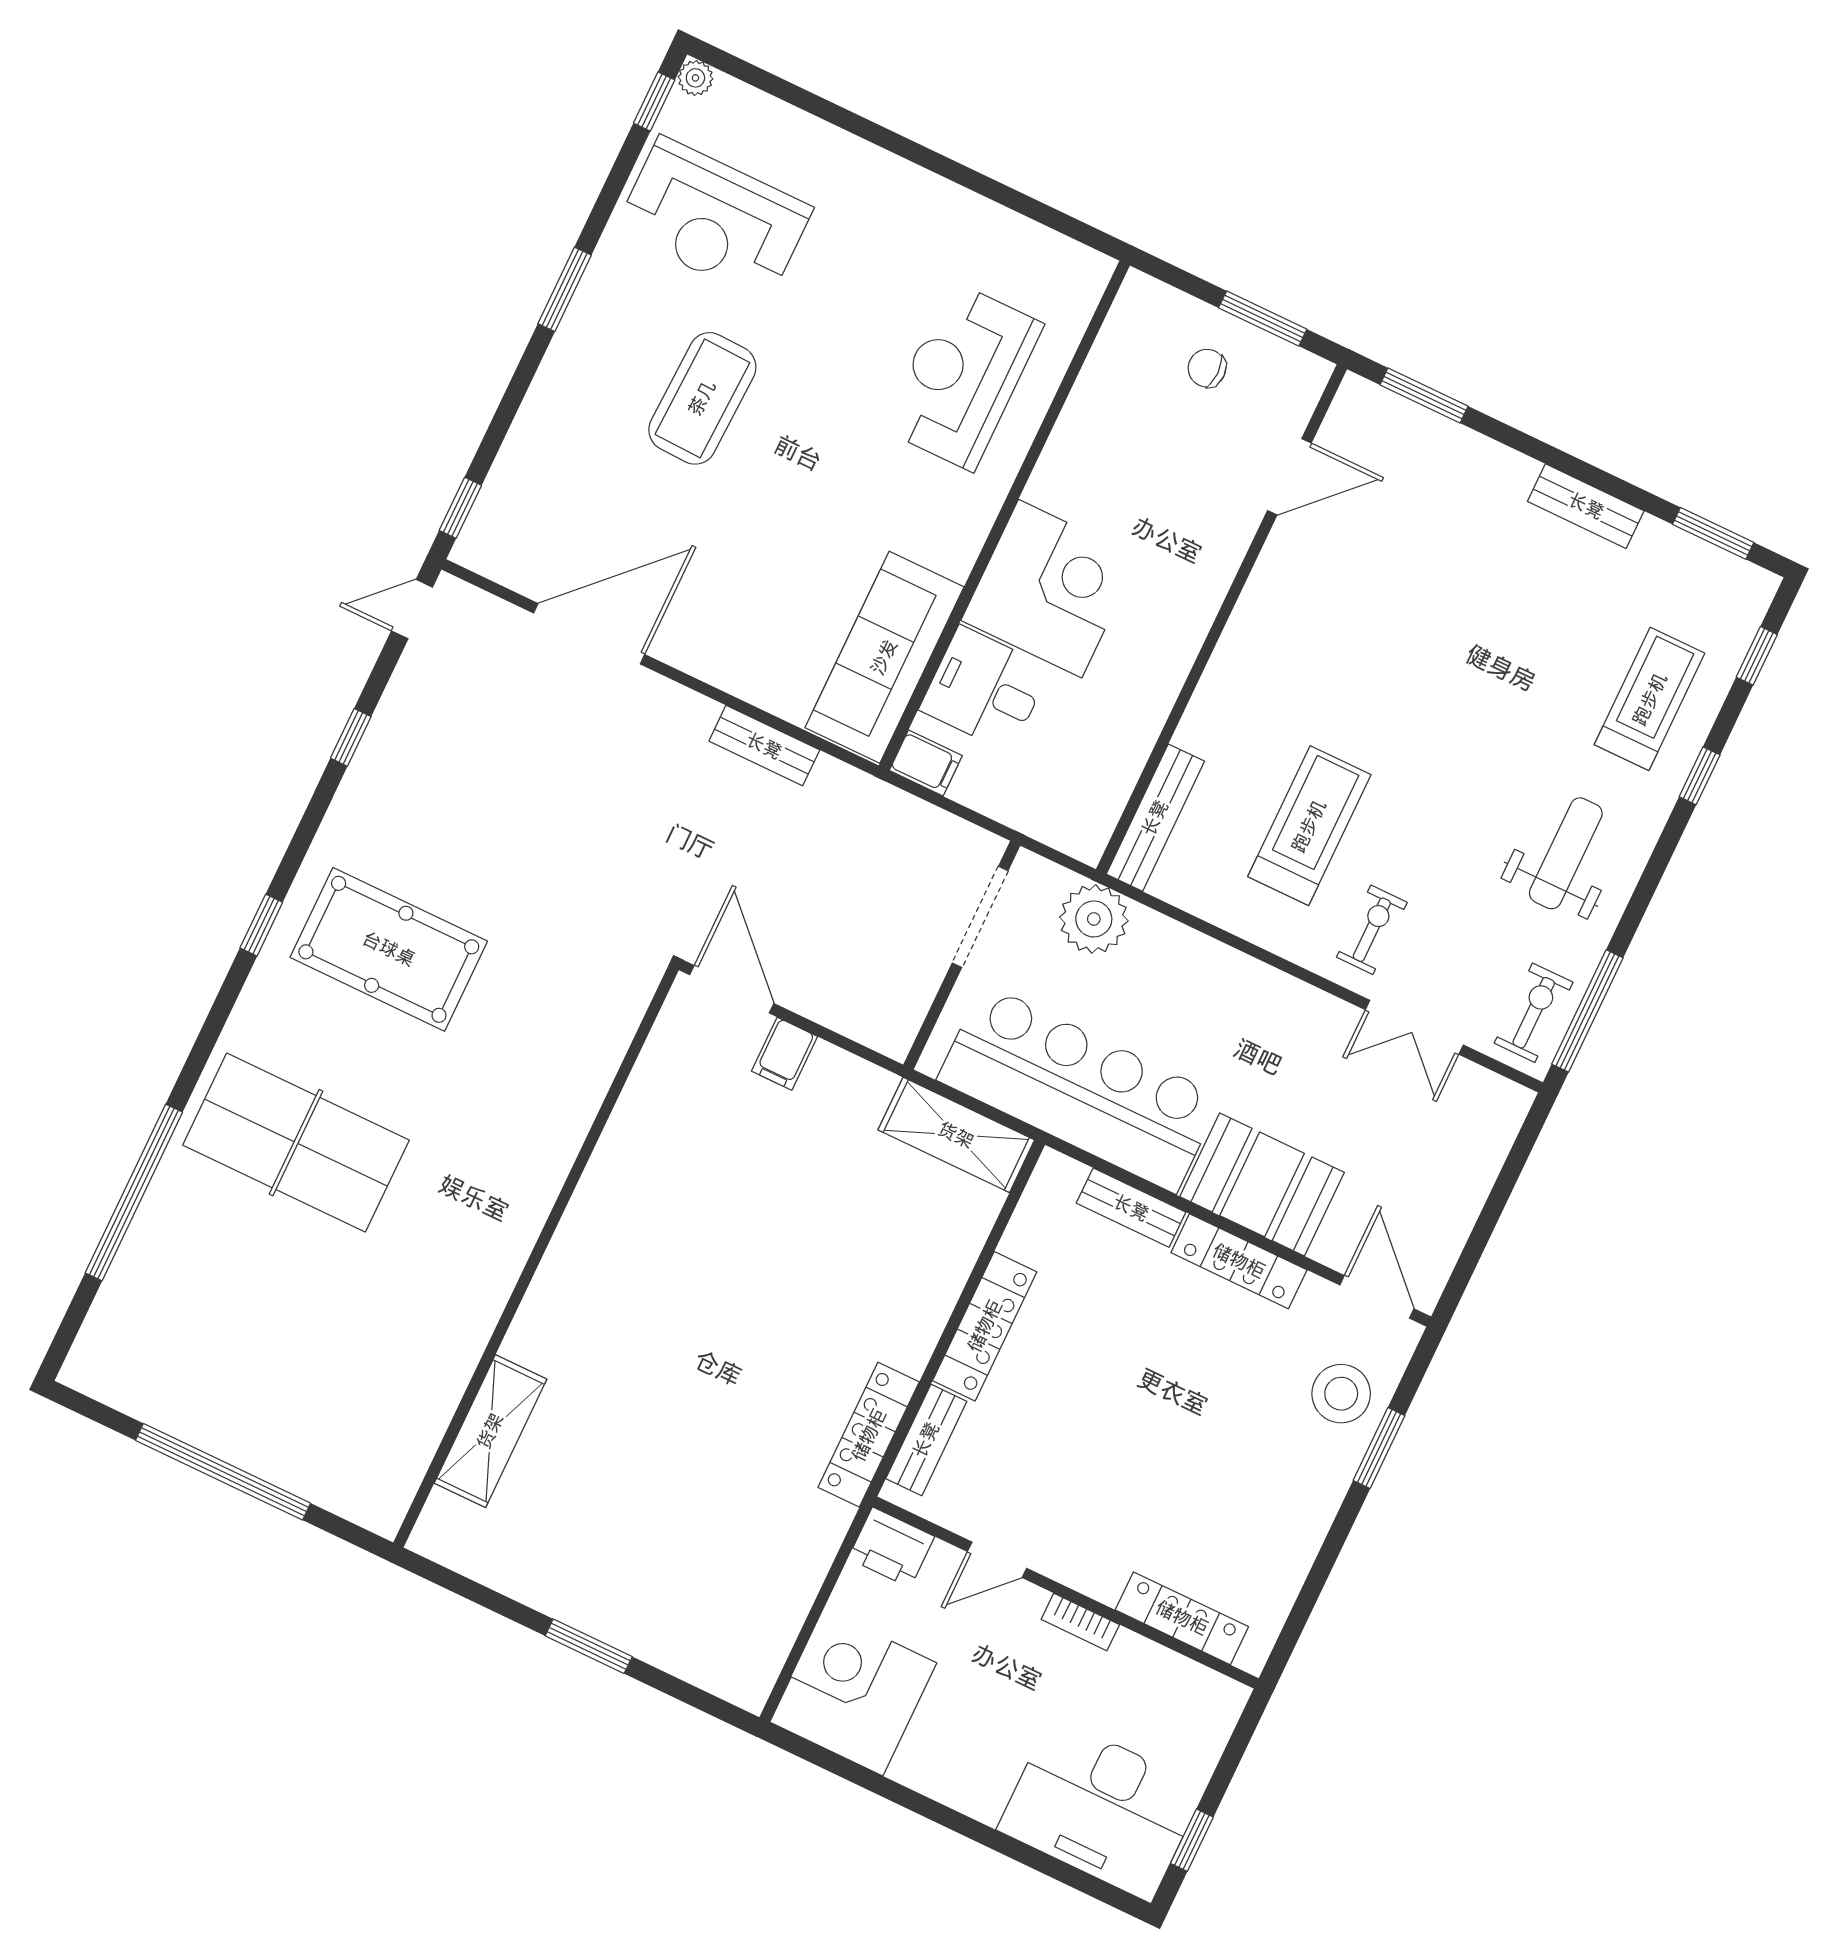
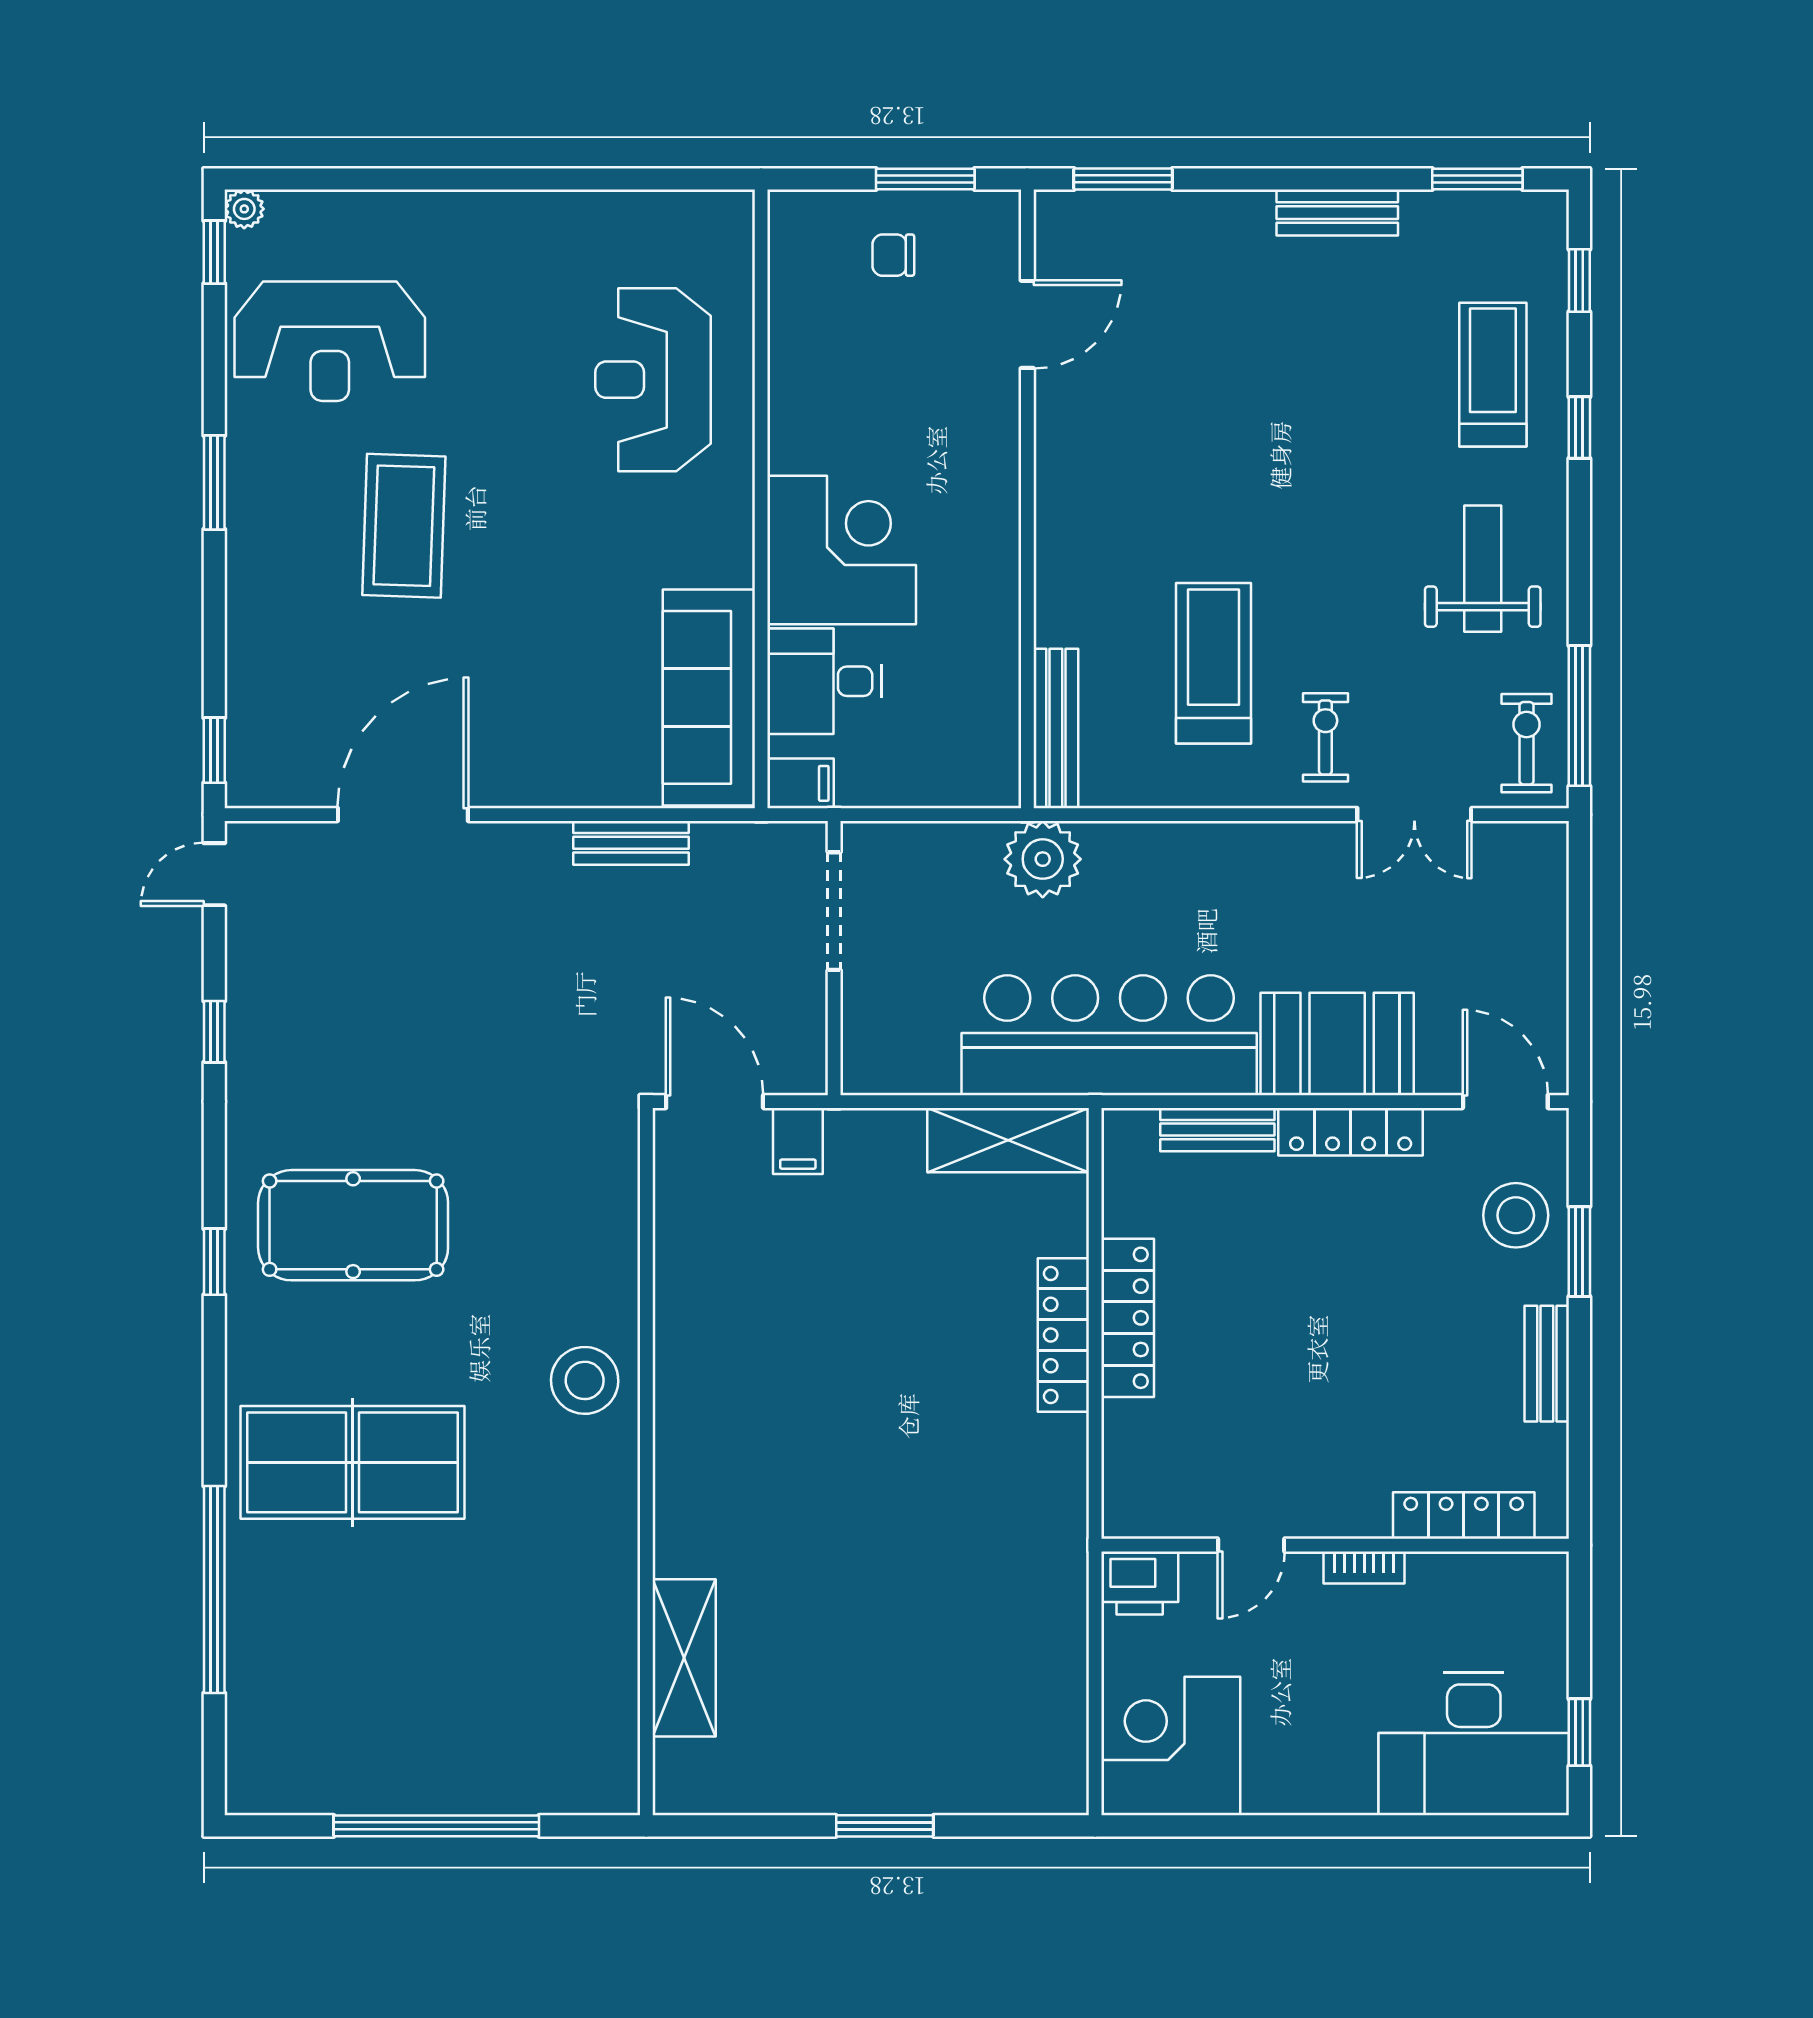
doorway: (980, 917) -> (834, 911), moved
wall: (962, 955) -> (834, 958), moved
stool: (517, 1166) -> (585, 1380), added
locker: (869, 1435) -> (1063, 1335), moved
bench: (926, 1440) -> (1547, 1364), moved

